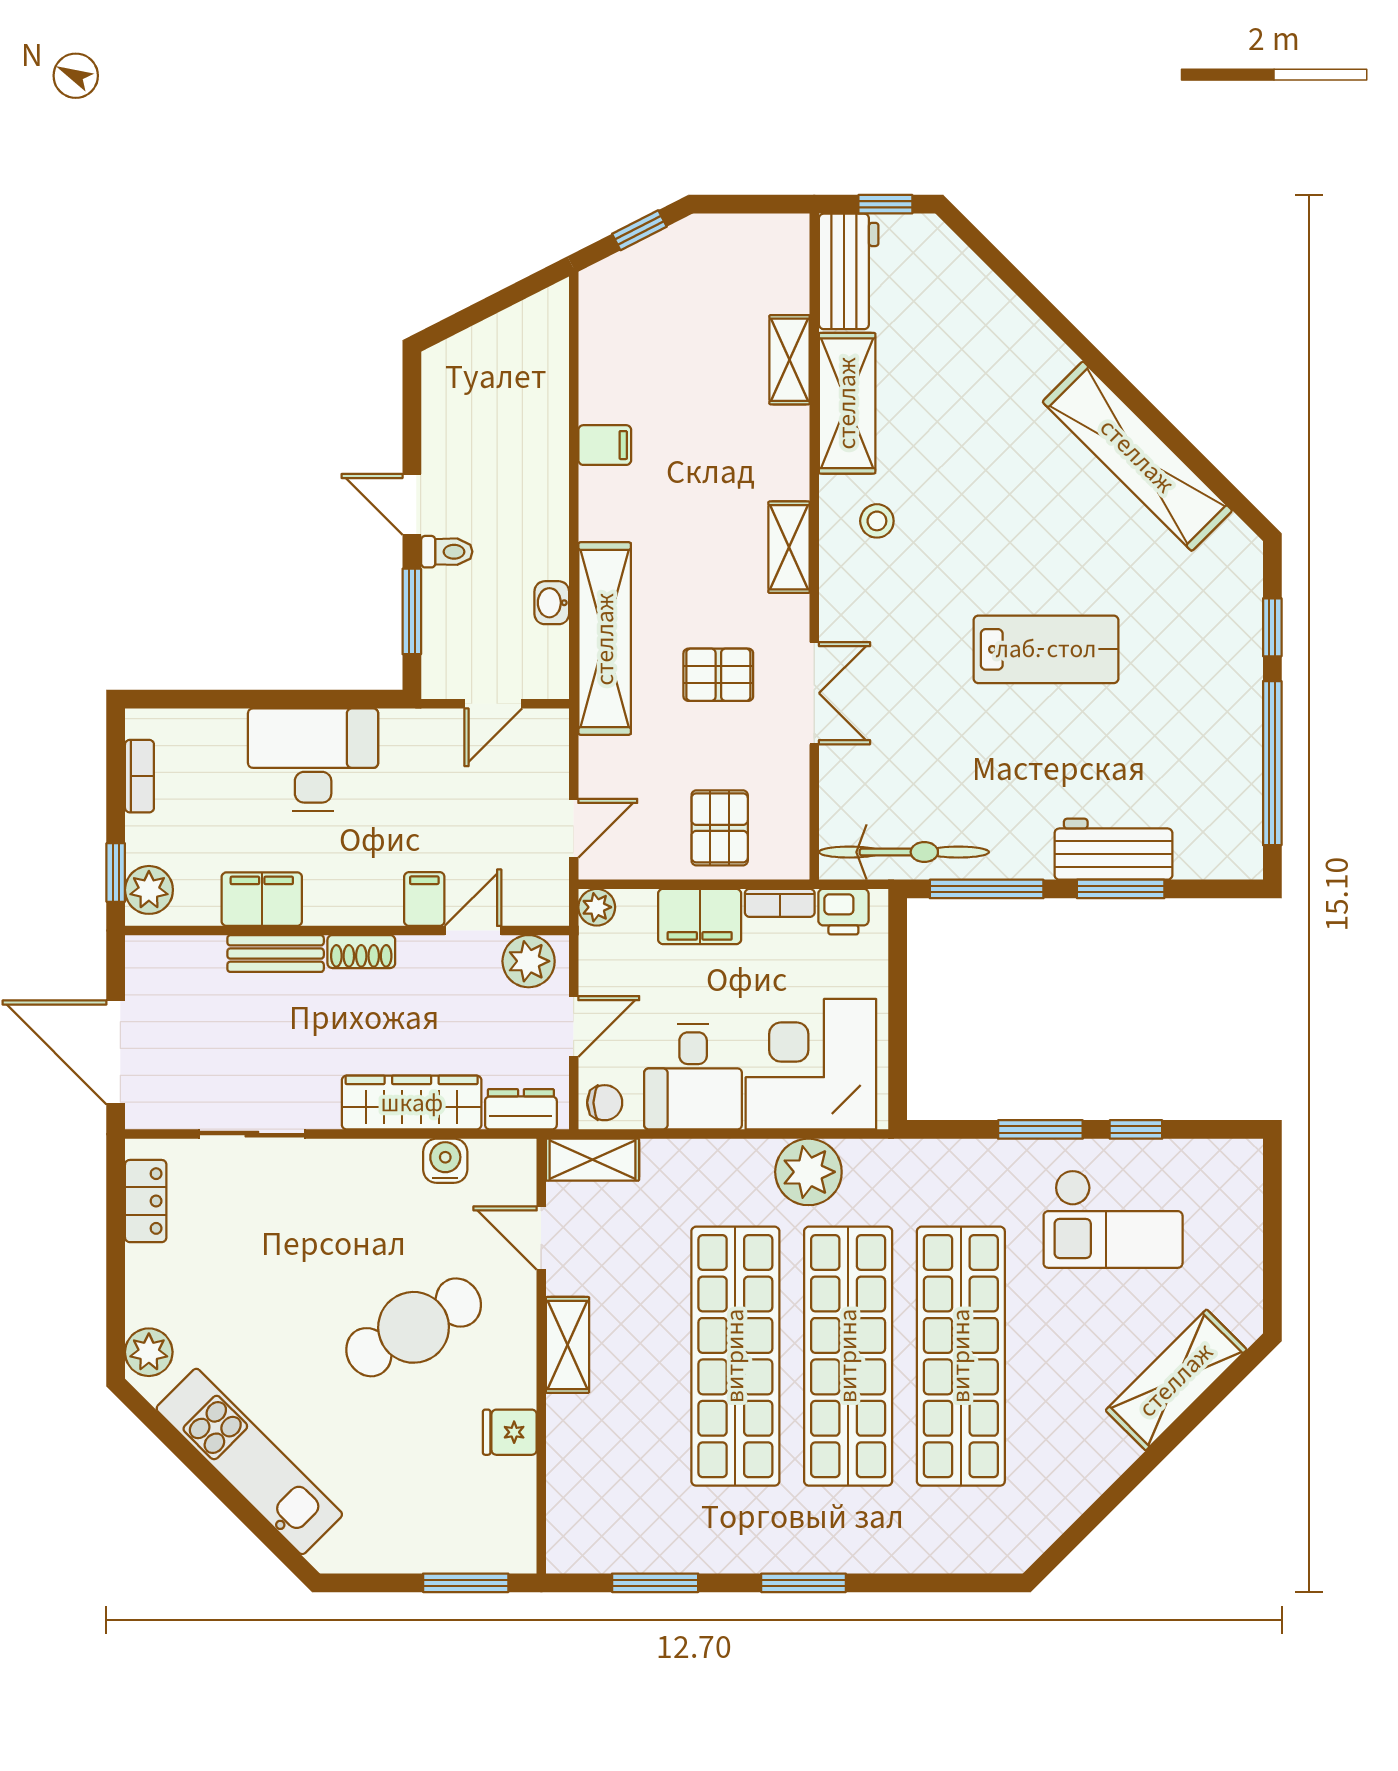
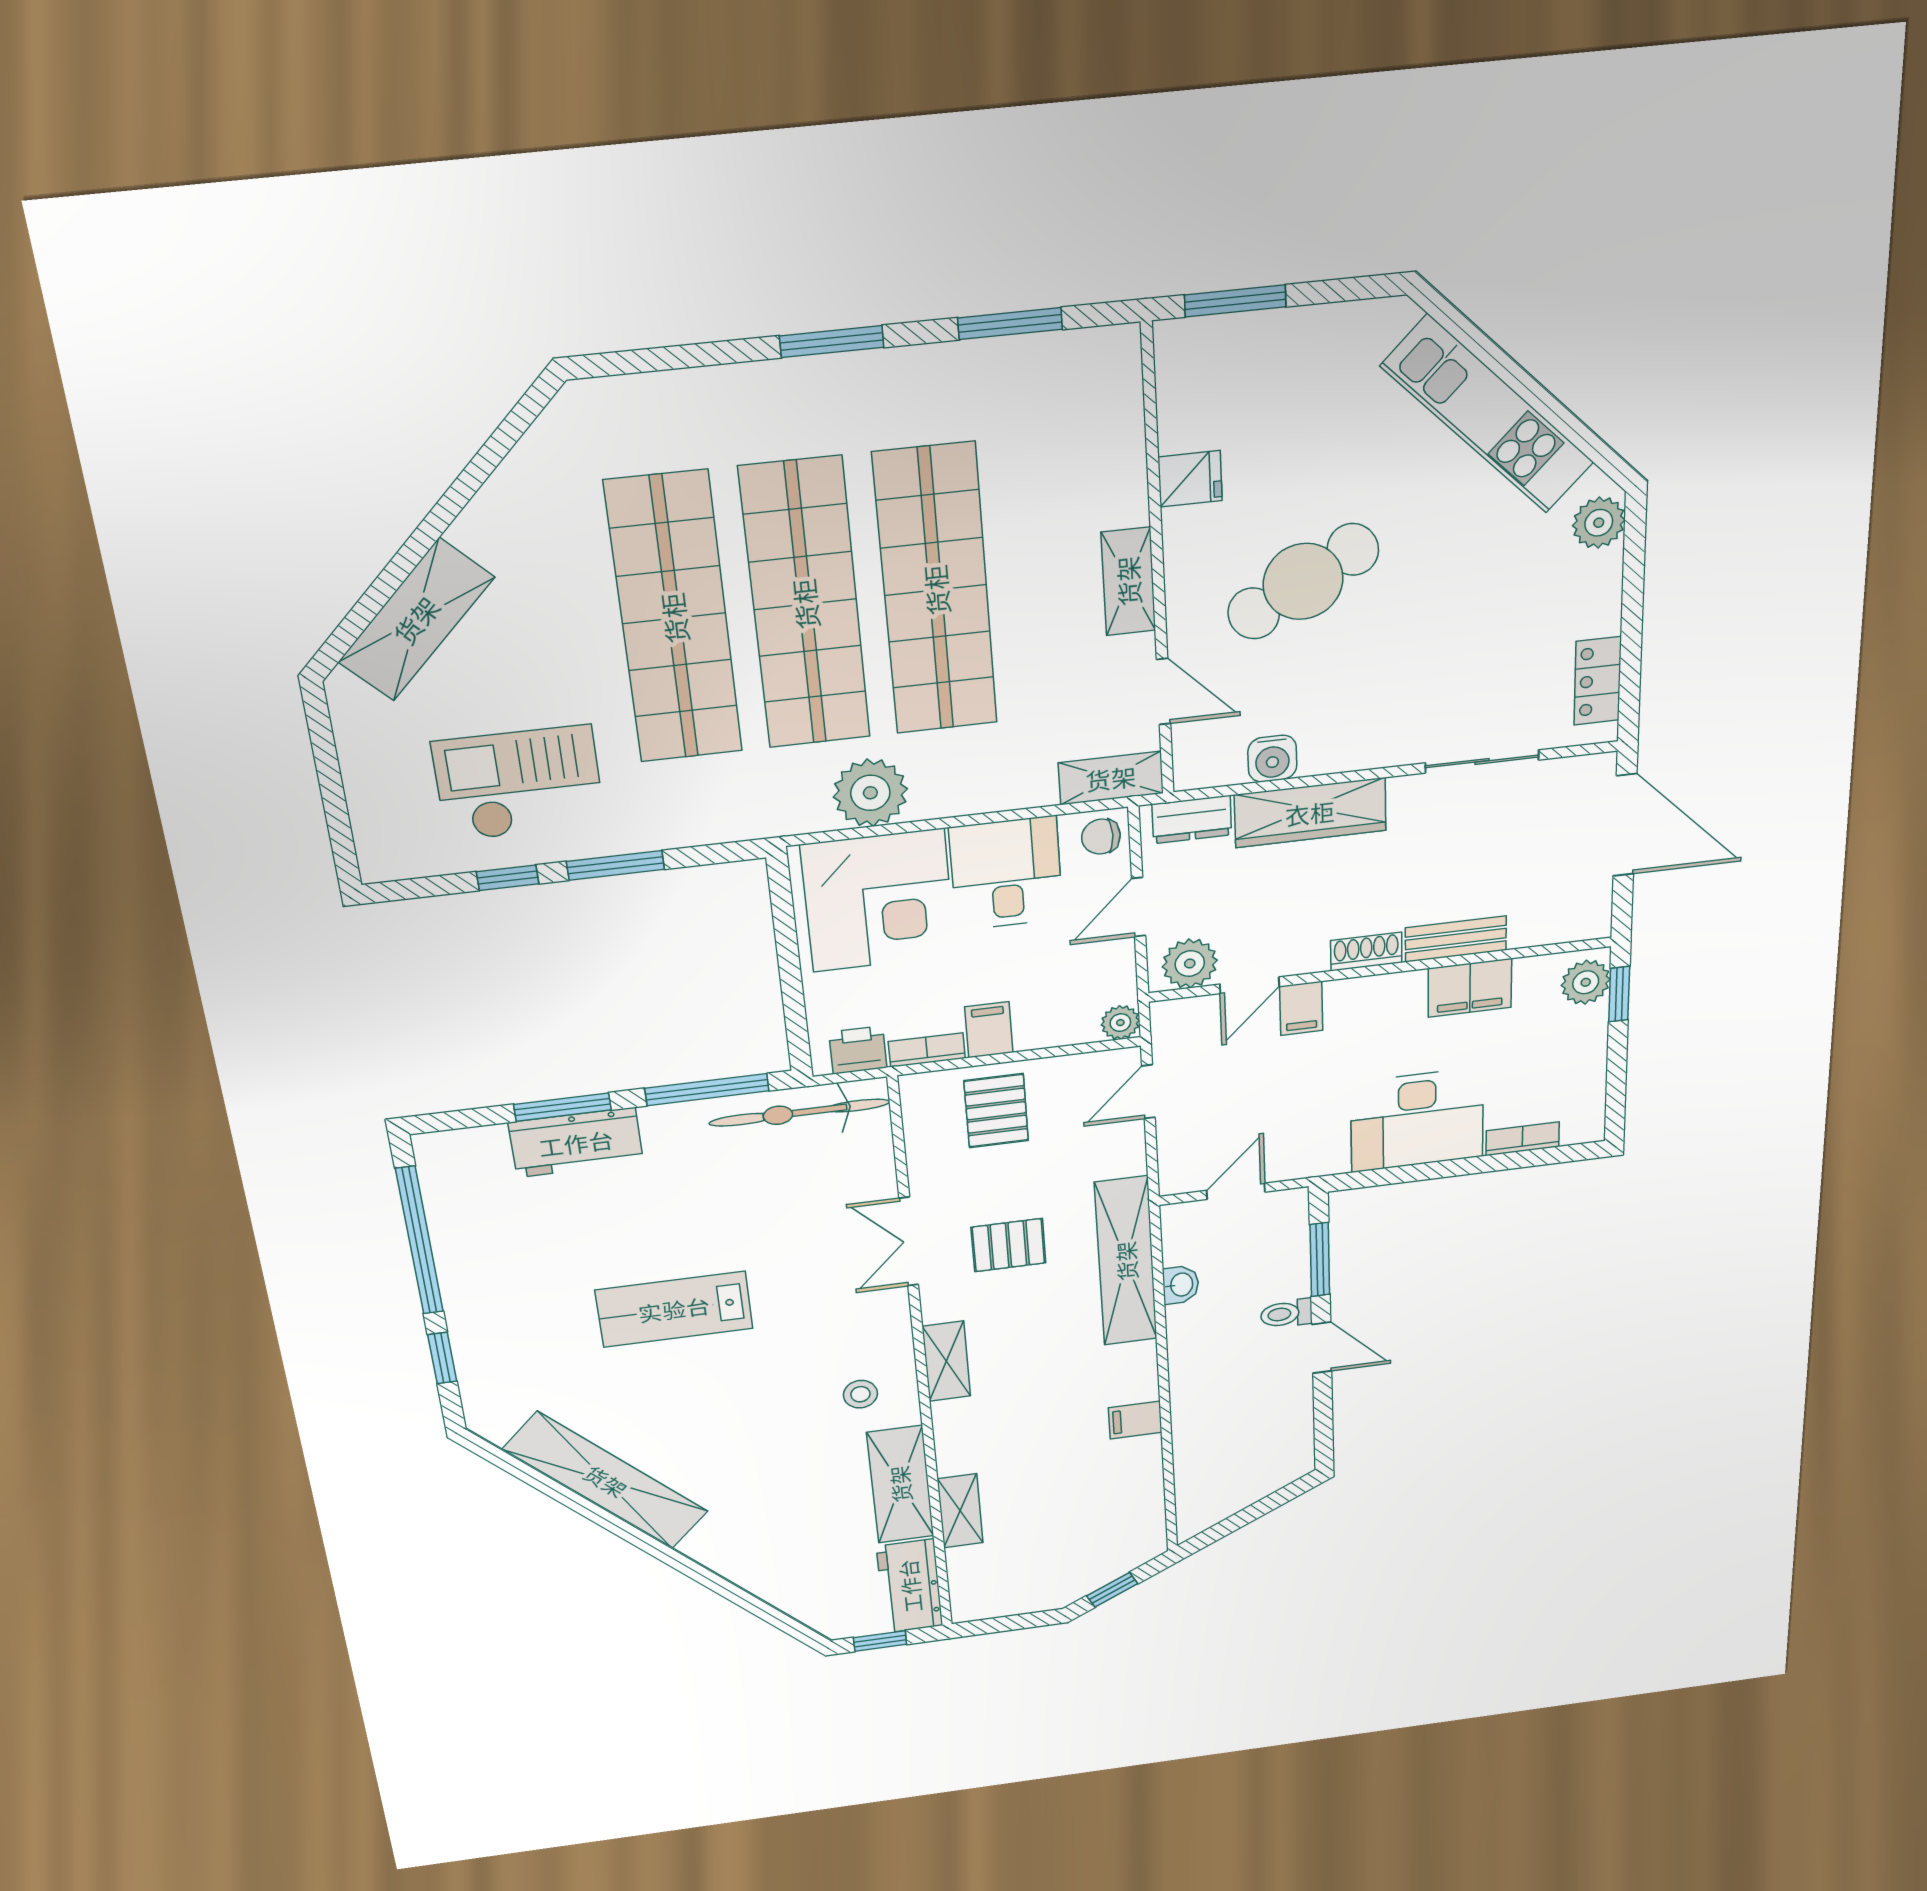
bookcase: (139, 776) -> (1523, 1139), moved, turned 90
filing cabinet: (700, 917) -> (989, 1030), width x0.50

